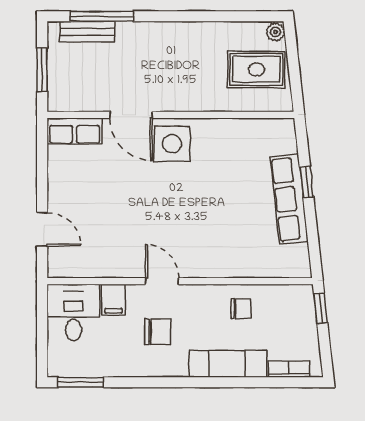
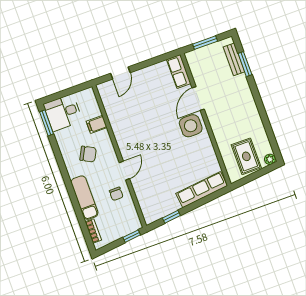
window: (102, 16) -> (245, 64), width x0.69
window: (307, 182) -> (171, 217), moved
row of seats: (289, 199) -> (202, 190), moved
door: (162, 281) -> (124, 171), moved
desk: (73, 312) -> (63, 113), moved, turned 180
chair: (158, 332) -> (88, 154), turned -62

